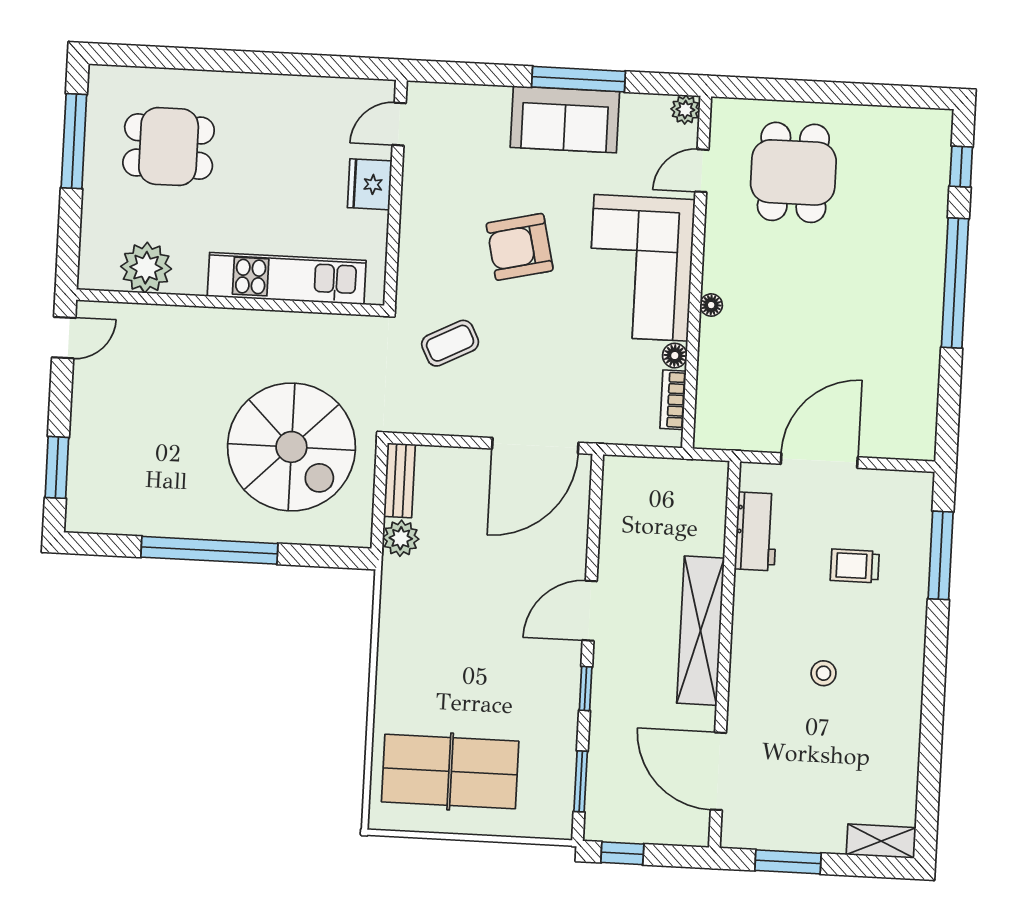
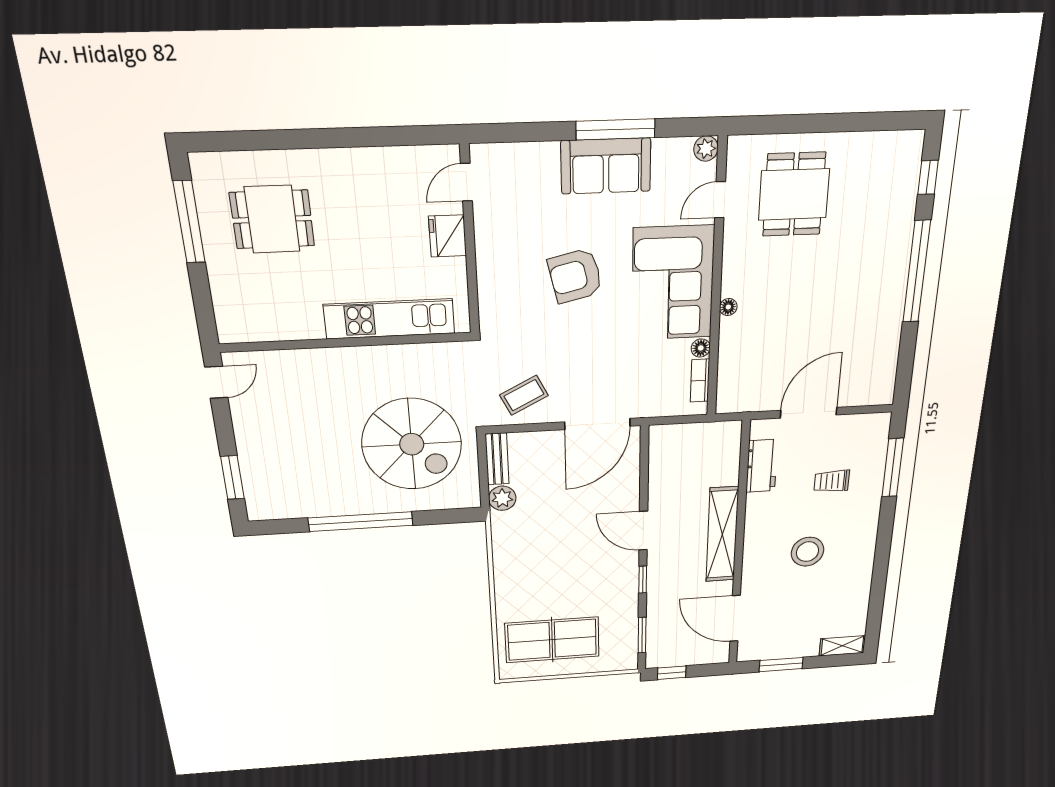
plant: (146, 268) -> (273, 321), removed
coffee table: (450, 343) -> (524, 395), moved
door: (590, 611) -> (643, 531), hinge flipped
stool: (824, 673) -> (808, 552), width x1.89, depth x1.89

